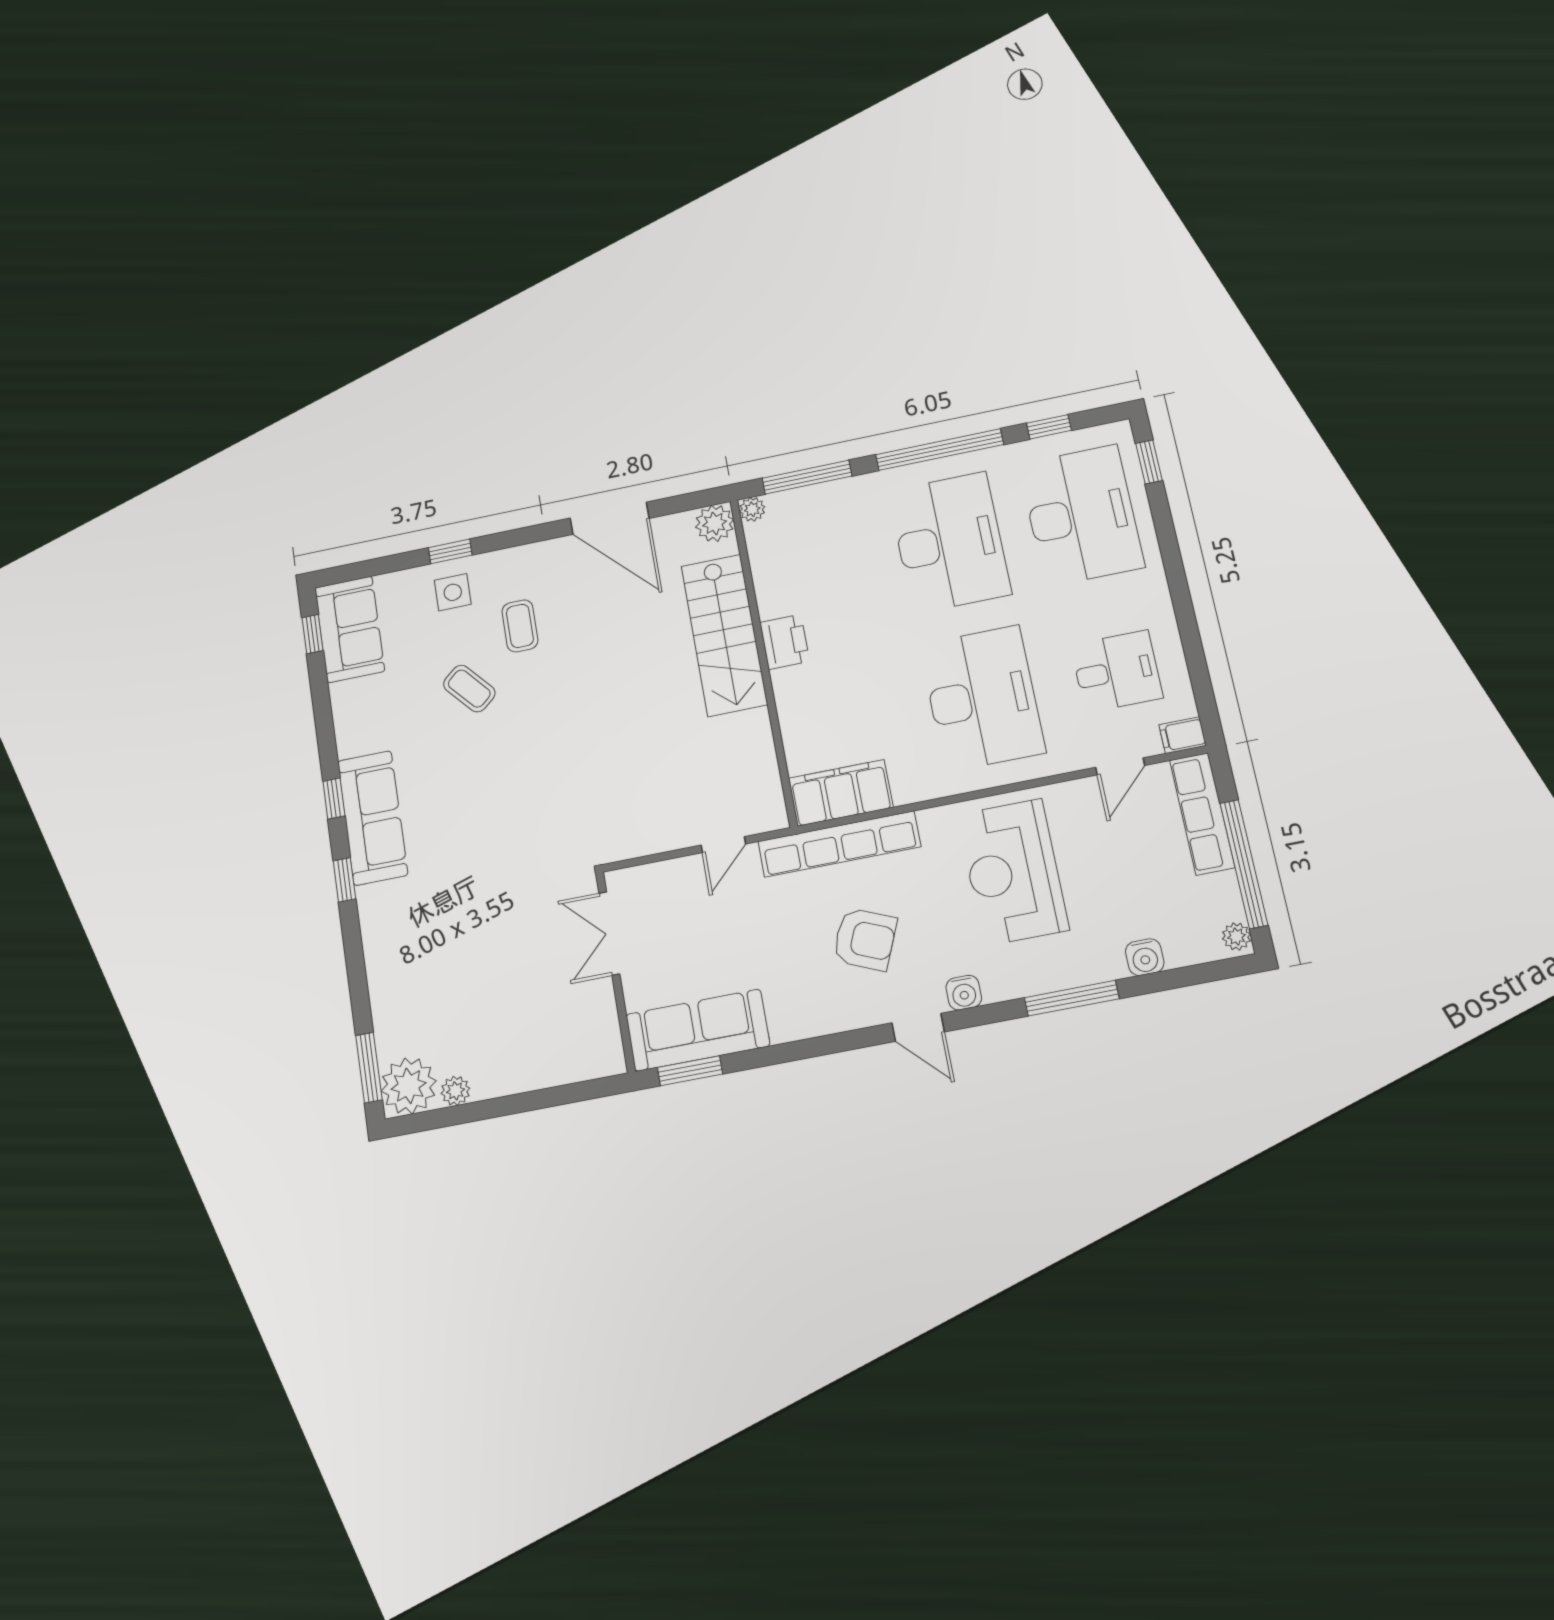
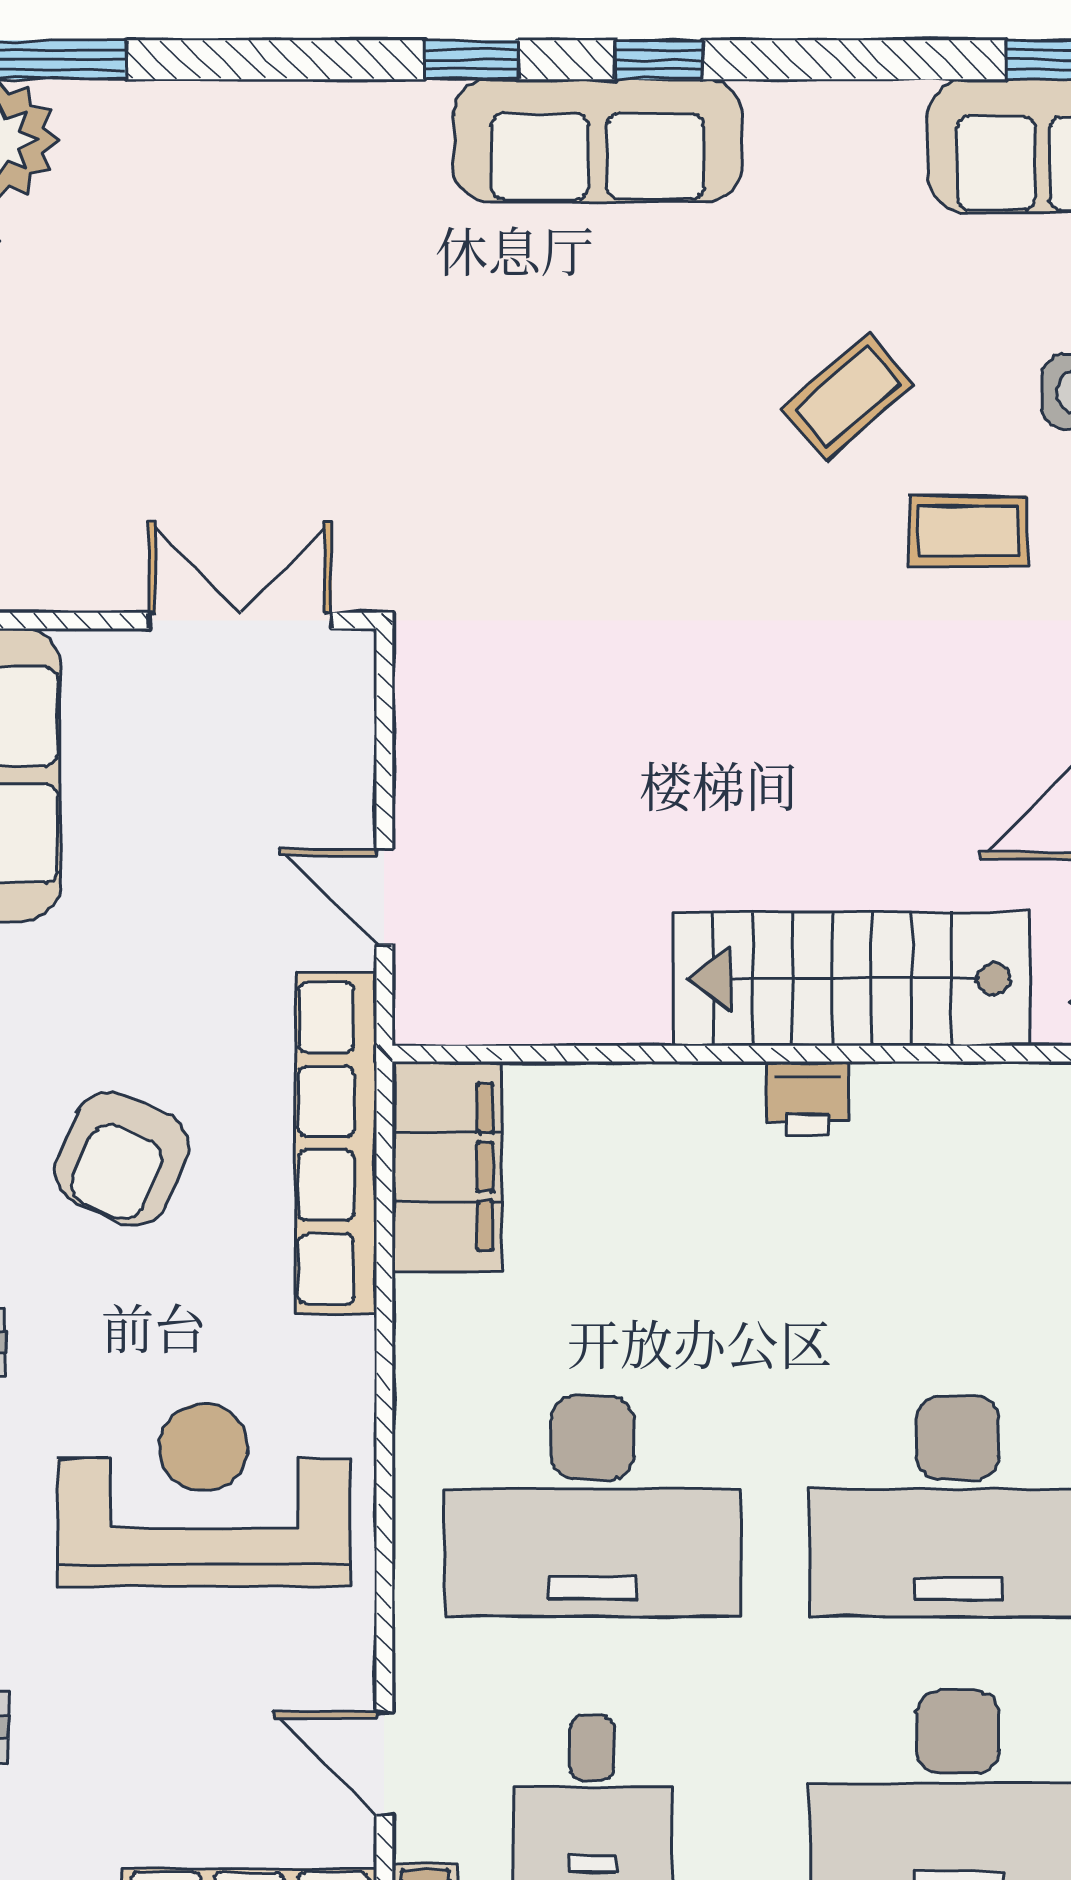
printer: (785, 642) -> (808, 1099), width x0.73, depth x0.81

